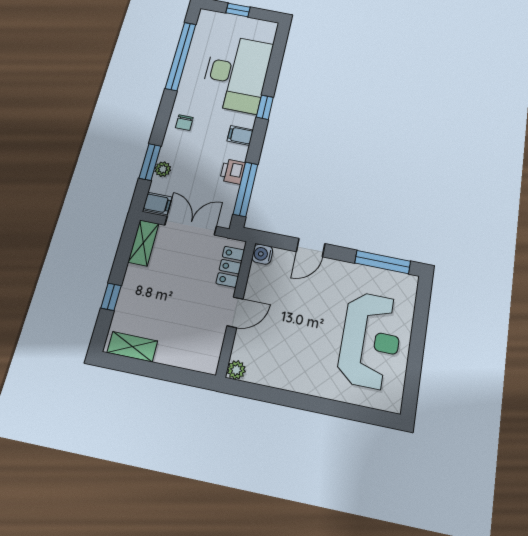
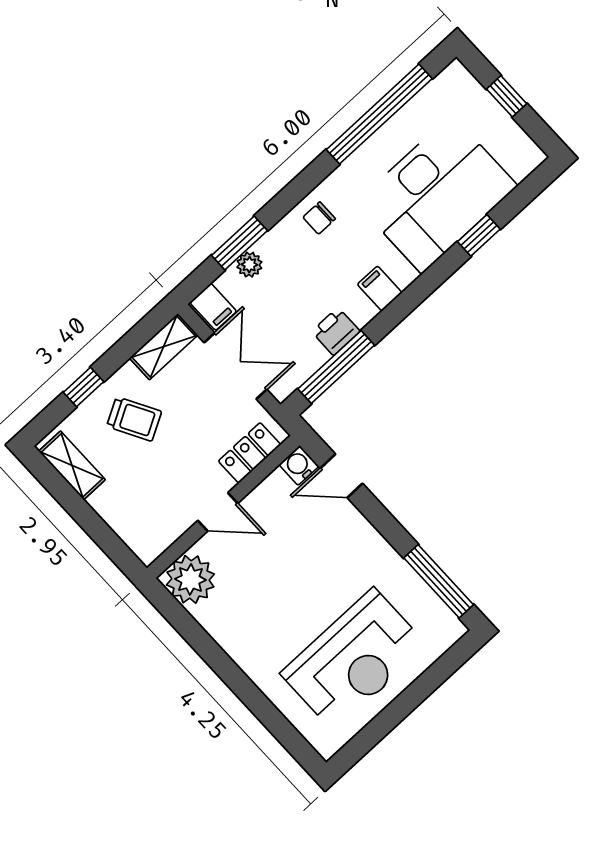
window: (265, 107) -> (479, 235), moved
door: (311, 248) -> (341, 476), moved
trolley: (152, 294) -> (134, 419), added
plant: (236, 370) -> (190, 579), width x1.87, depth x1.87

